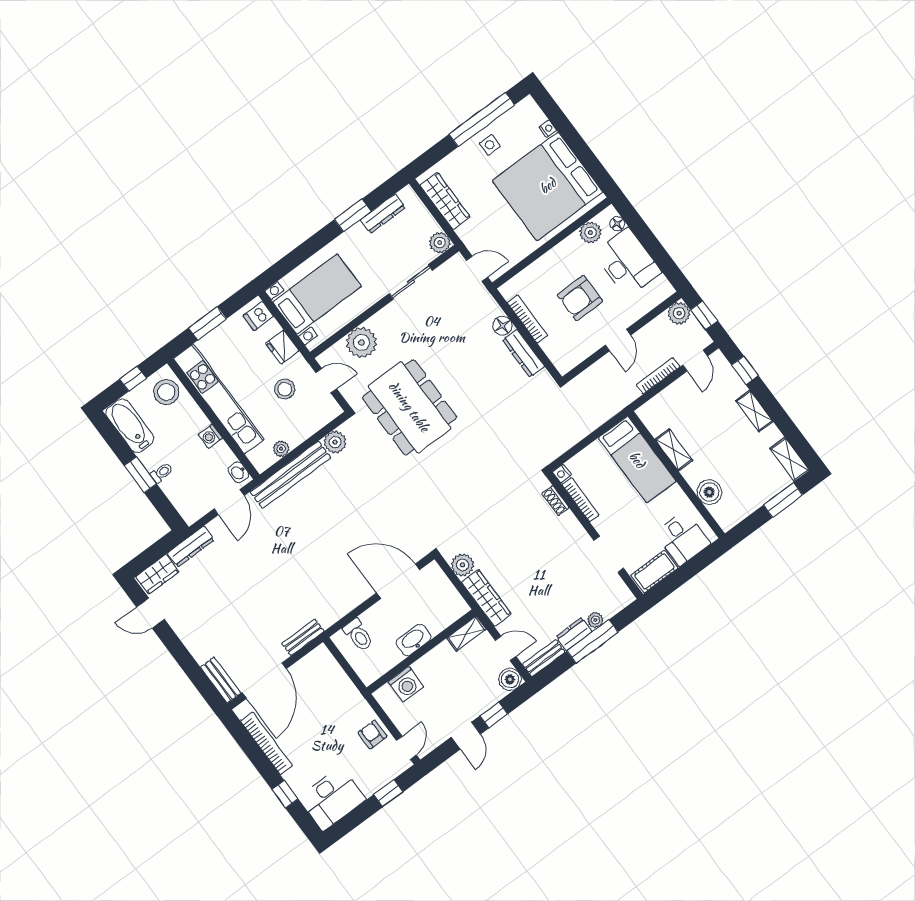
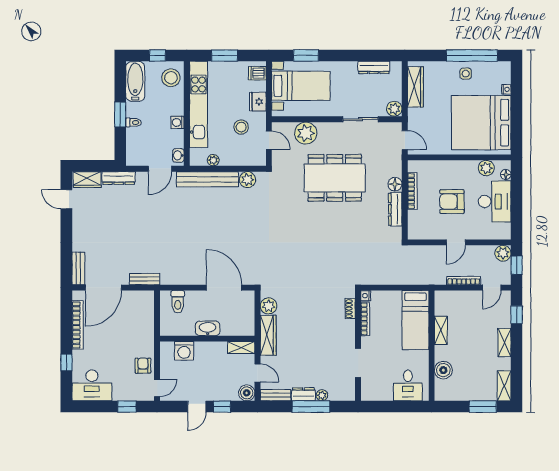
window: (353, 215) -> (306, 55), moved
dining table: (409, 407) -> (335, 178), moved, turned 90
cot: (654, 572) -> (377, 393), removed

